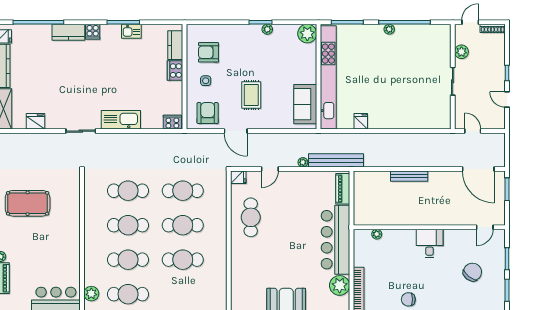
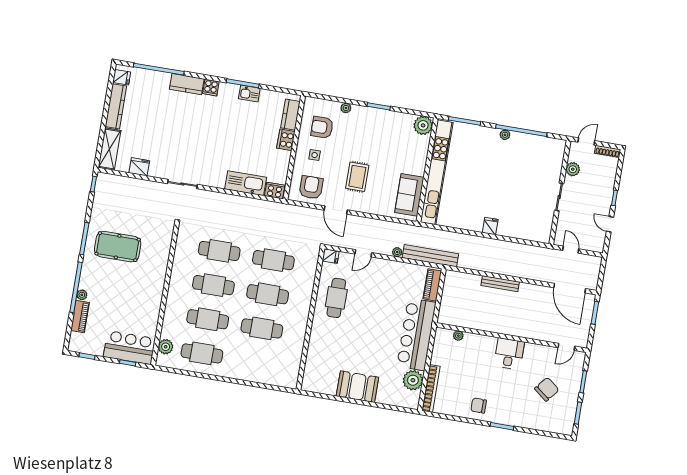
plant: (267, 29) -> (346, 108), moved
kitchen sink: (121, 120) -> (246, 183), moved
fridge: (361, 121) -> (490, 226), moved

